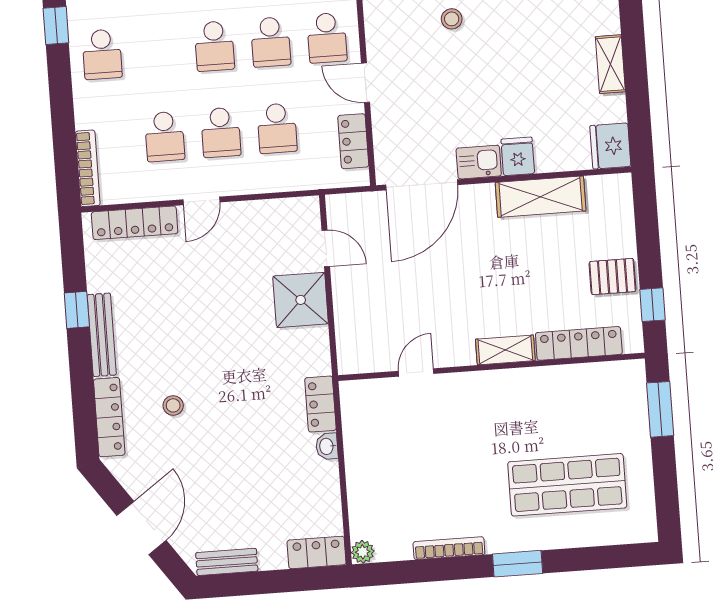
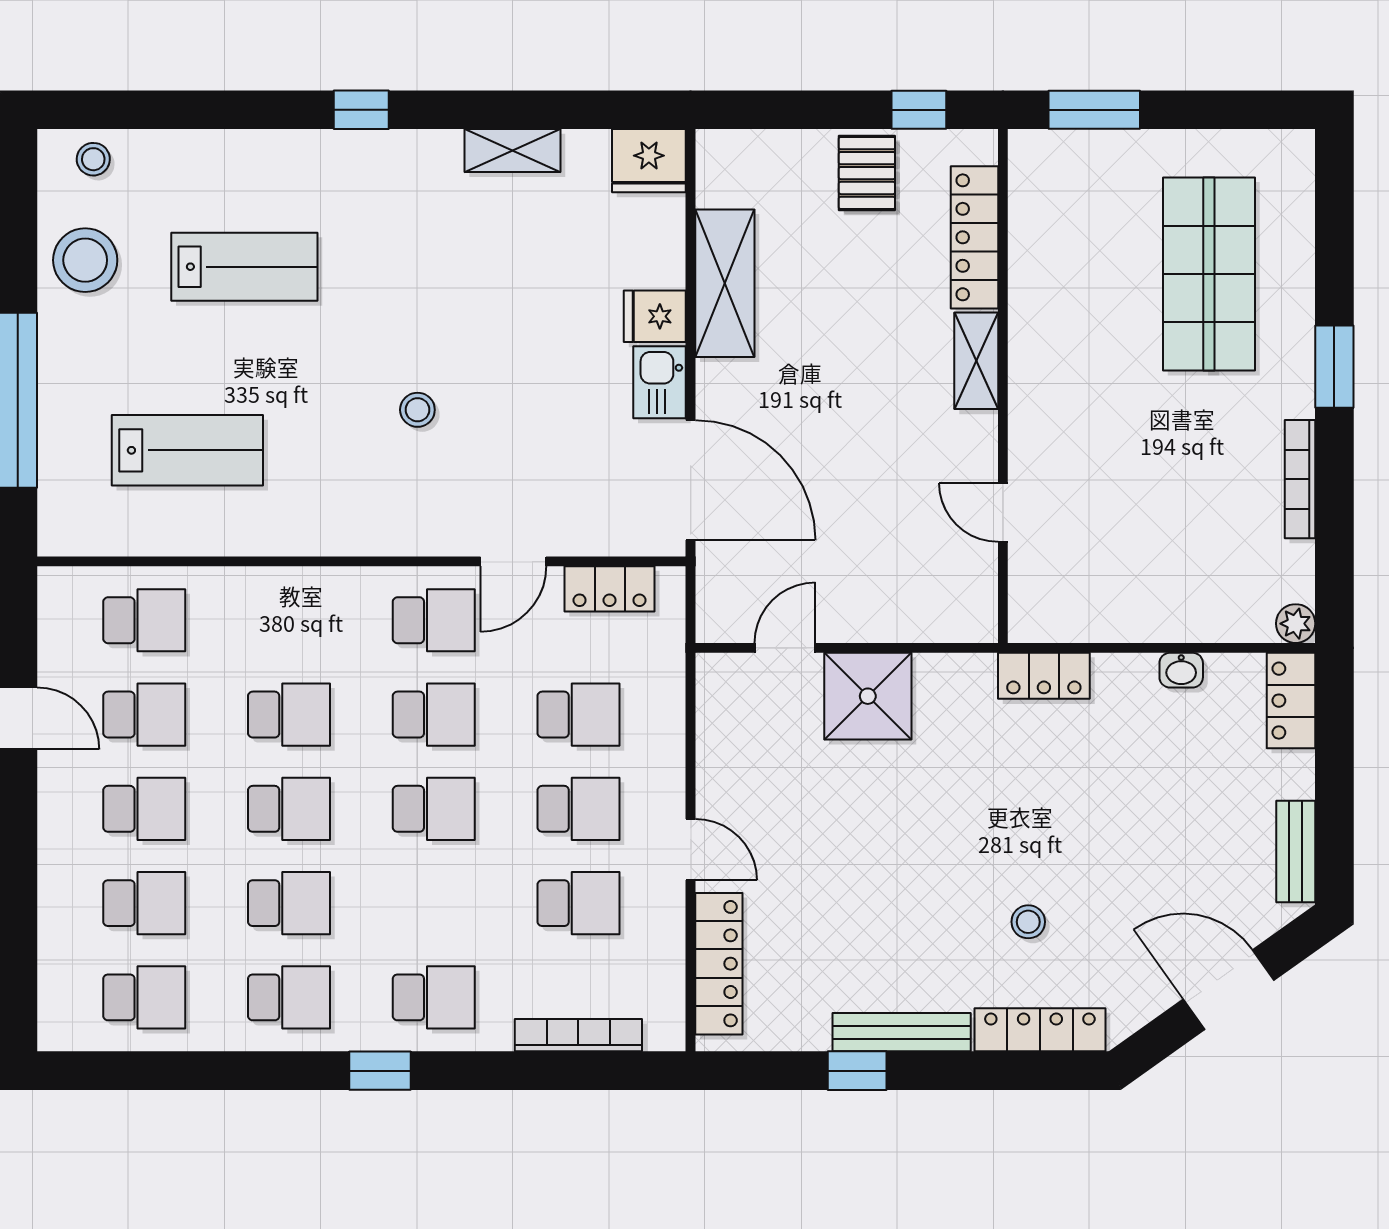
bookcase: (88, 168) -> (578, 1035), moved
washbasin: (327, 446) -> (1181, 670), moved

